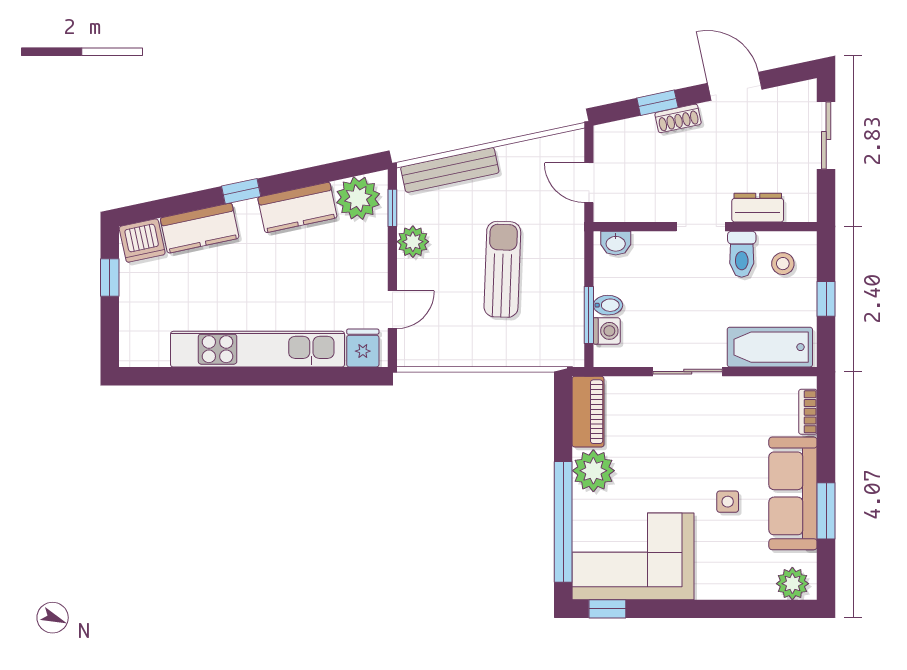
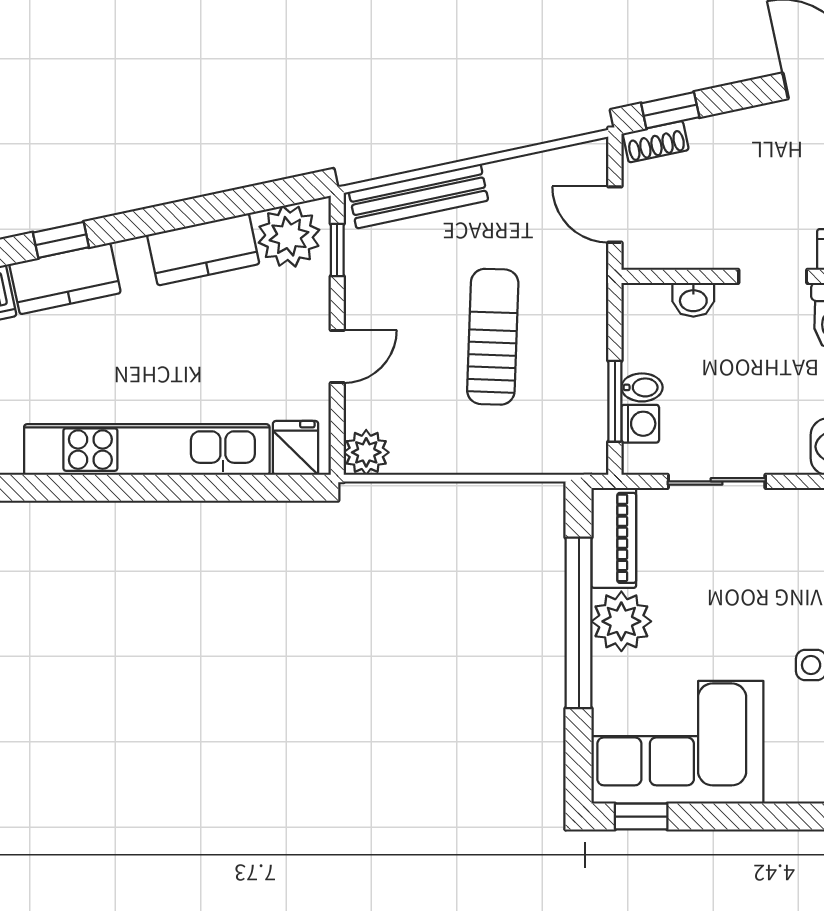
window: (657, 103) -> (670, 110), moved
shoe rack: (678, 118) -> (656, 142), moved
window: (241, 191) -> (61, 240), moved
plant: (413, 242) -> (366, 452), moved
washbasin: (616, 243) -> (693, 300), moved
door: (392, 310) -> (337, 357), moved
sliding door: (688, 372) -> (717, 481), moved
window: (563, 522) -> (579, 623), moved

